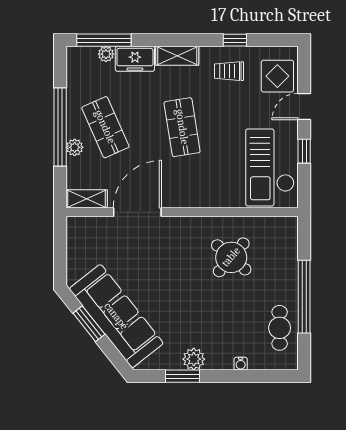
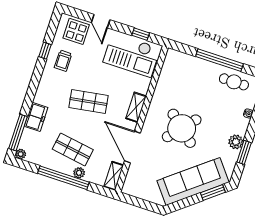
plant: (106, 54) -> (21, 154), moved
shelving: (177, 56) -> (136, 107), moved
shop shelf: (105, 127) -> (73, 149), turned 33
window: (304, 151) -> (141, 34), moved
round table: (231, 257) -> (182, 128), moved, width x1.36, depth x1.36
window: (89, 324) -> (213, 193), moved

